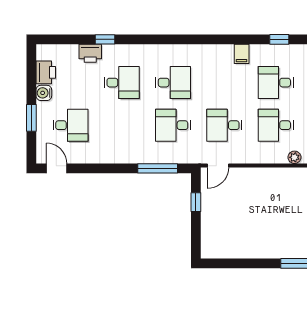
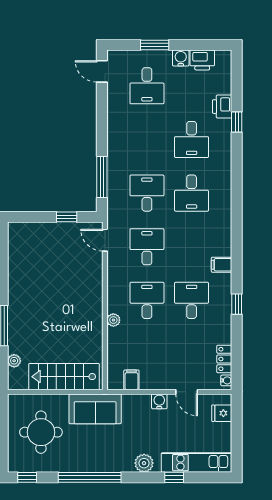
door: (57, 168) -> (102, 71), swing flipped

